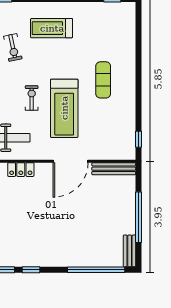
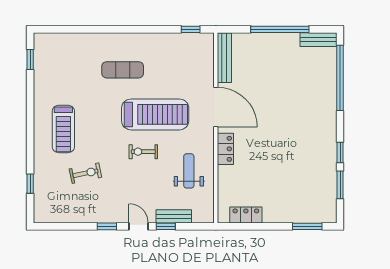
locker: (21, 170) -> (225, 149), moved

